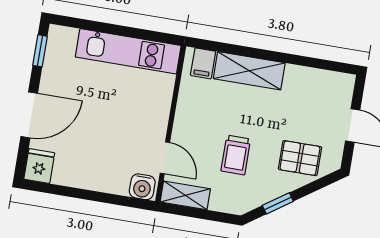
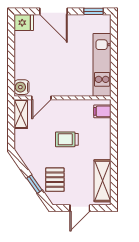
shelving: (249, 71) -> (103, 181), moved
trolley: (236, 155) -> (67, 139), moved
window: (278, 203) -> (34, 184), moved

